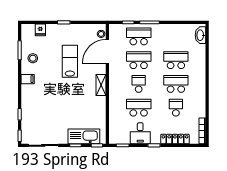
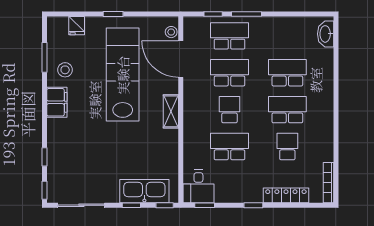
door: (107, 51) -> (181, 59), hinge flipped
lab bench: (70, 61) -> (123, 75), width x1.86, depth x1.39
filing cabinet: (28, 79) -> (57, 102), width x2.00
desk: (140, 133) -> (198, 186), moved

